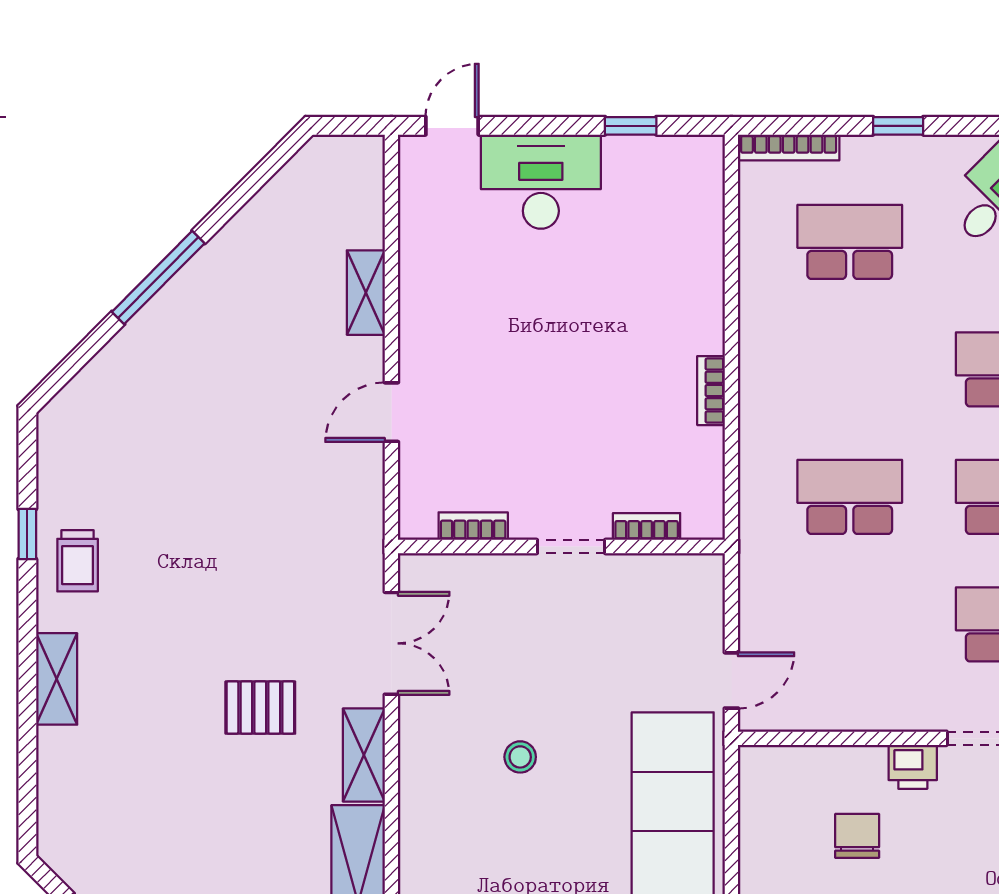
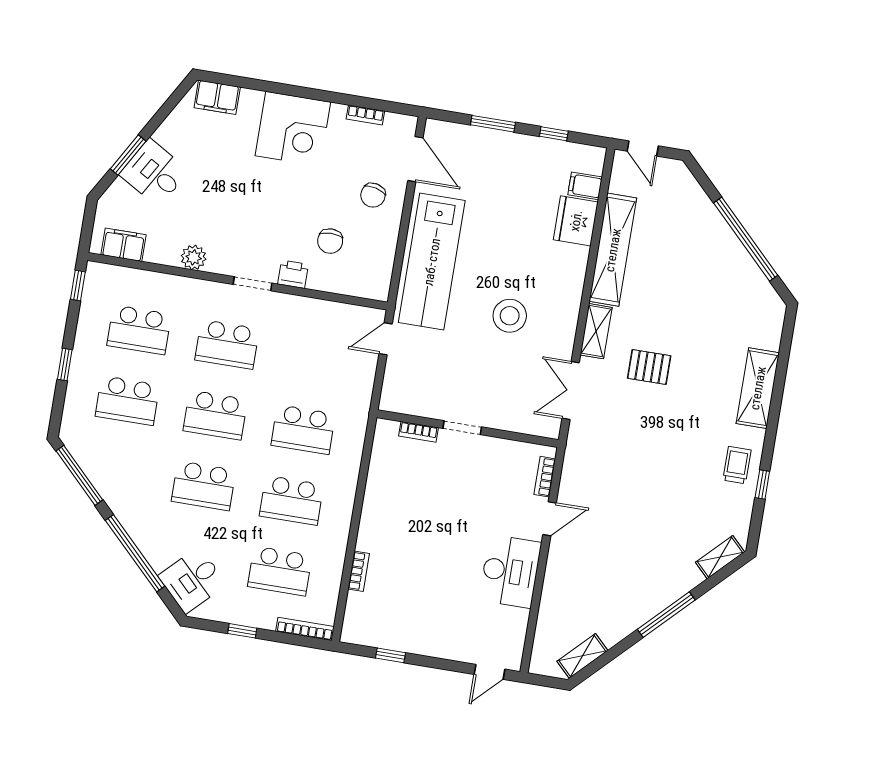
desk: (541, 182) -> (510, 571), moved, turned -90
shelving: (366, 293) -> (582, 656), moved, turned 45
school desk: (850, 369) -> (291, 500), added
bookcase: (711, 391) -> (359, 571), moved
shelving: (81, 394) -> (720, 557), added
bookcase: (473, 526) -> (545, 477), moved, turned 90
shelving: (57, 679) -> (758, 388), width x1.50, depth x1.33
stool: (520, 757) -> (510, 316), width x1.89, depth x1.89

